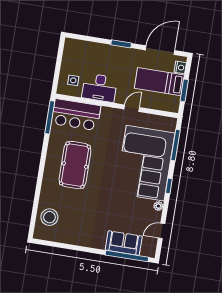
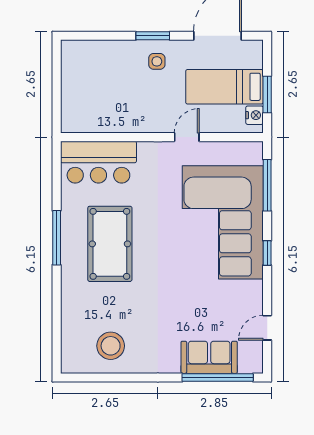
nightstand: (180, 67) -> (255, 115), moved
side table: (73, 80) -> (157, 61), moved
desk: (100, 88) -> (129, 112), removed
window: (50, 117) -> (57, 238), moved
plant: (158, 206) -> (255, 288), removed
stool: (49, 217) -> (111, 346), moved

